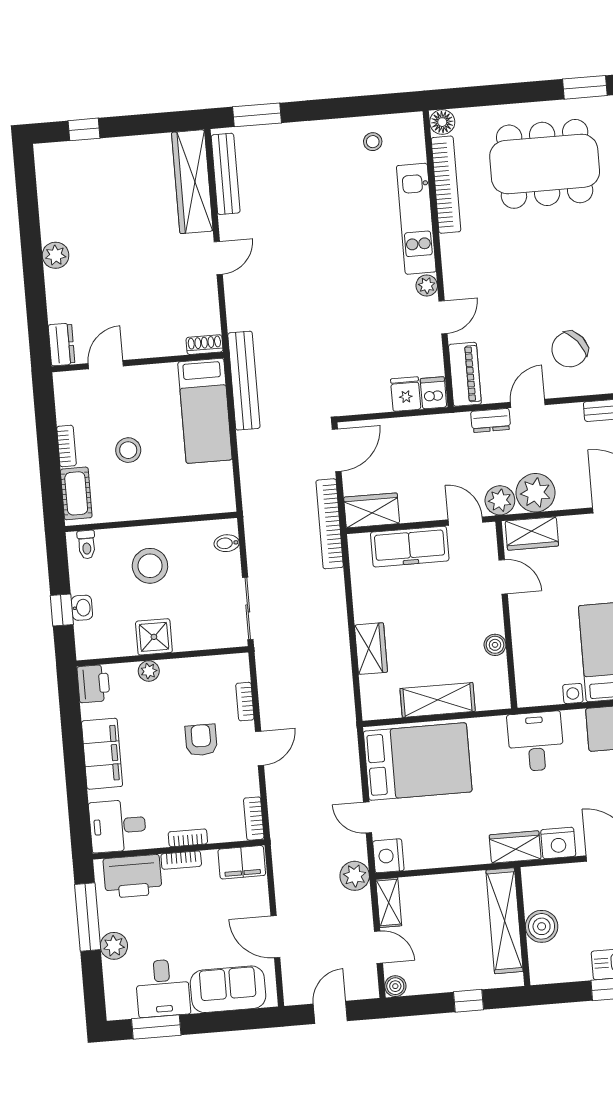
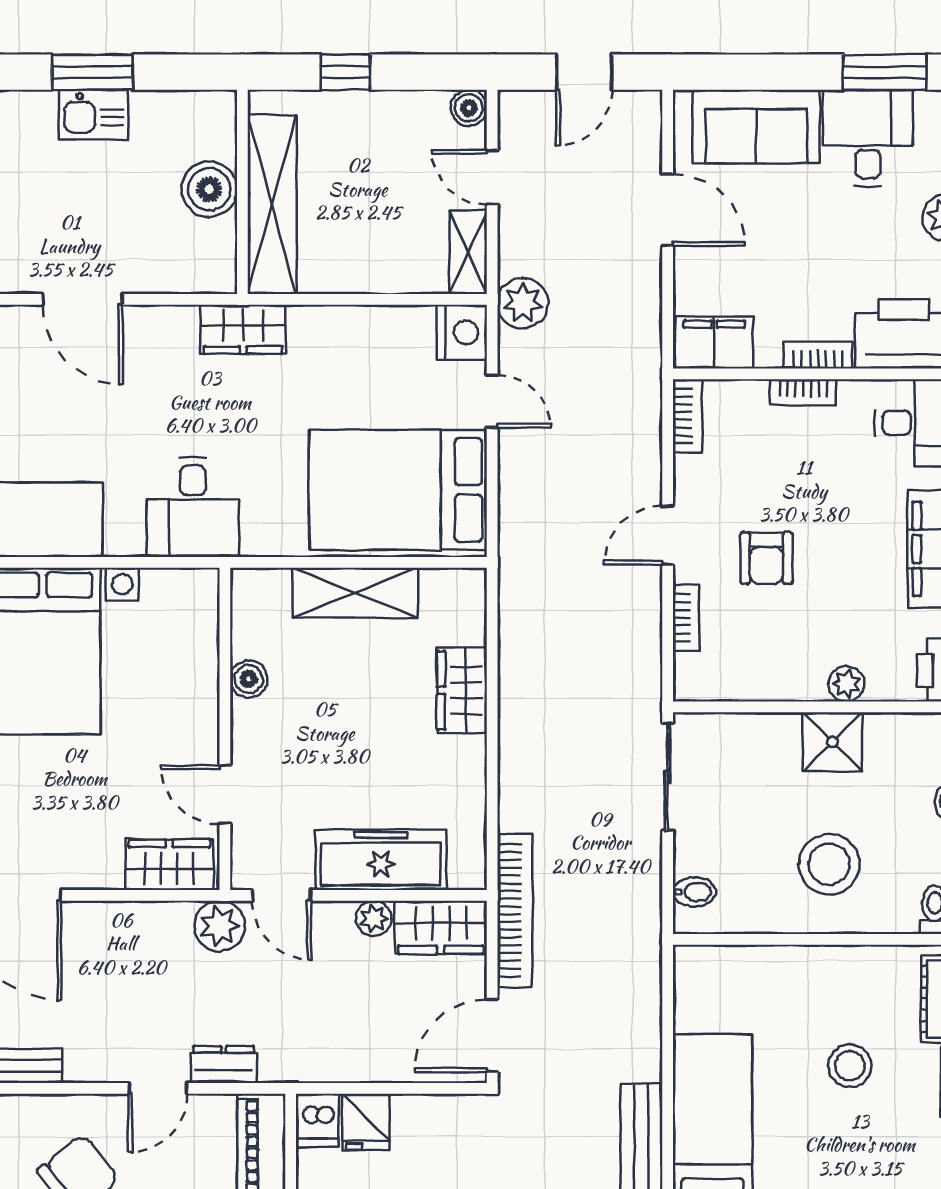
plant: (536, 493) -> (374, 918), moved, width x0.53, depth x0.53
nightstand: (558, 843) -> (169, 330), removed

